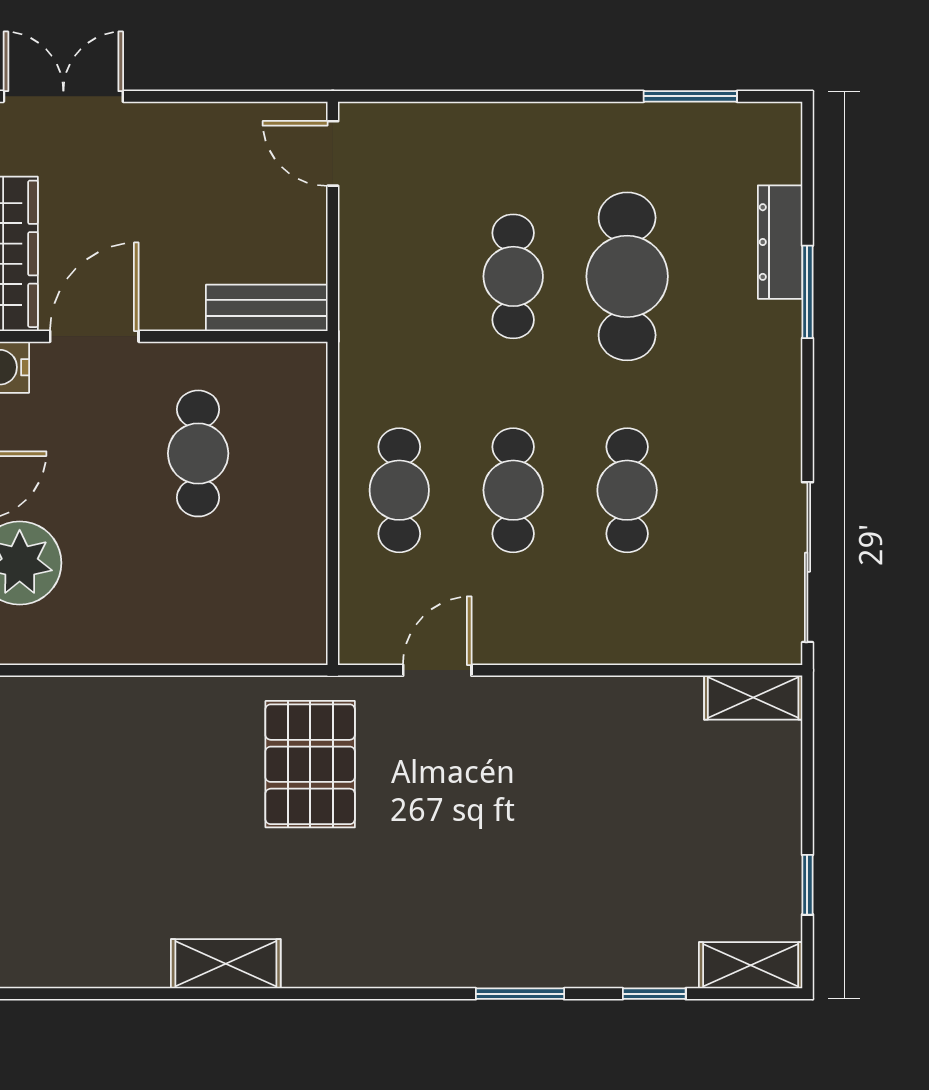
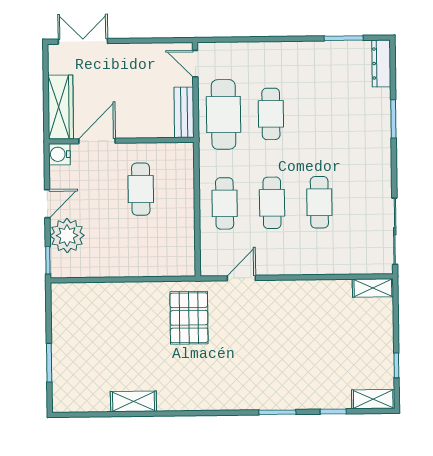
dresser: (780, 242) -> (381, 63), moved
cafe table: (627, 276) -> (224, 114), moved
bench: (267, 308) -> (184, 112), moved, turned 90
shelving: (226, 964) -> (133, 401), moved

